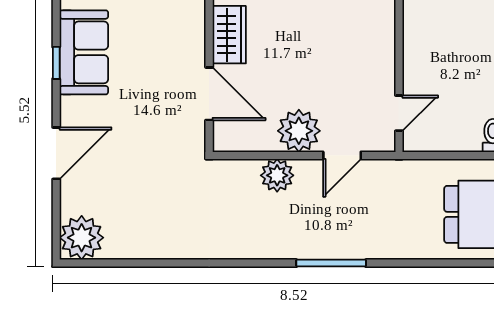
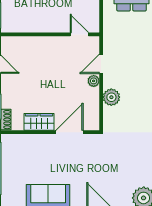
plant: (299, 131) -> (94, 81), width x0.53, depth x0.53
door: (342, 155) -> (101, 64), swing flipped

